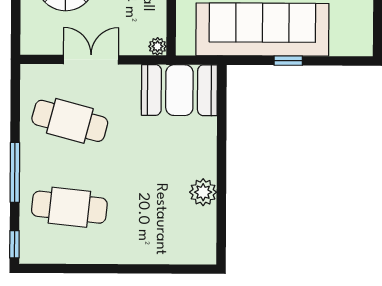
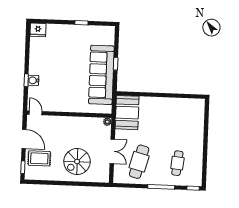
double door: (91, 60) -> (112, 151), swing flipped
plant: (203, 192) -> (173, 104), removed
cafe table: (69, 207) -> (177, 163), width x0.73, depth x0.74

